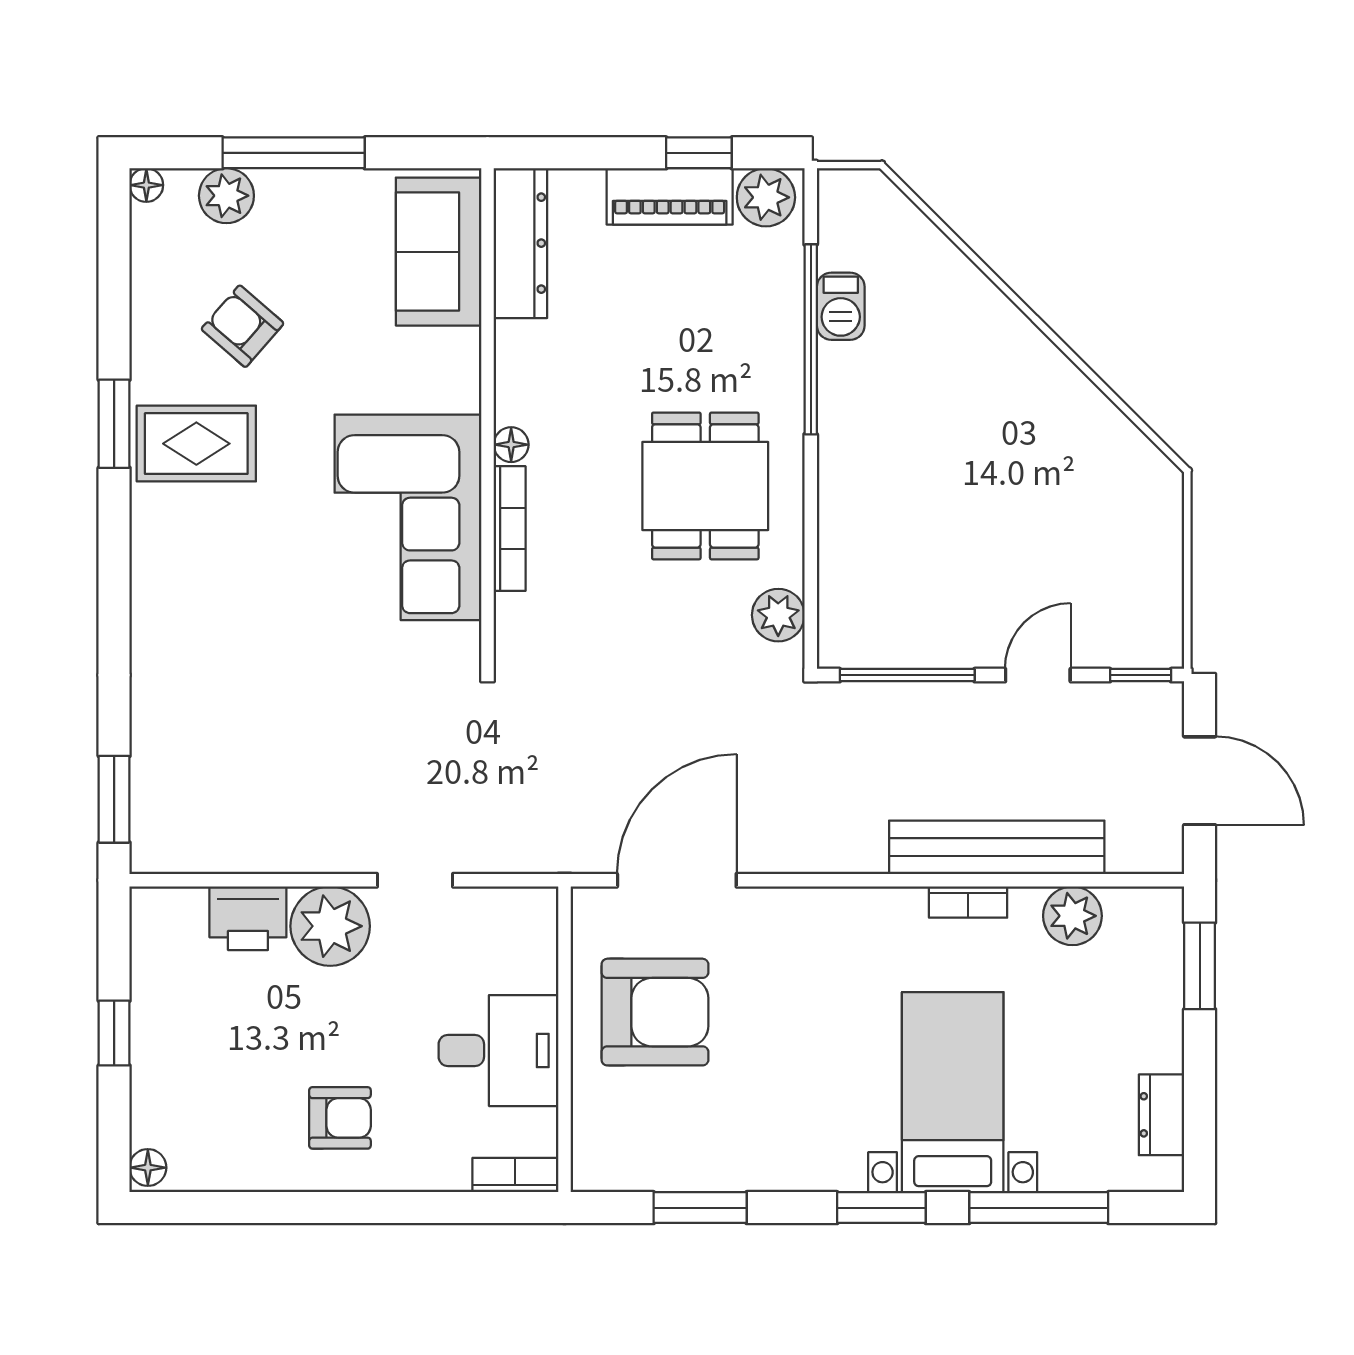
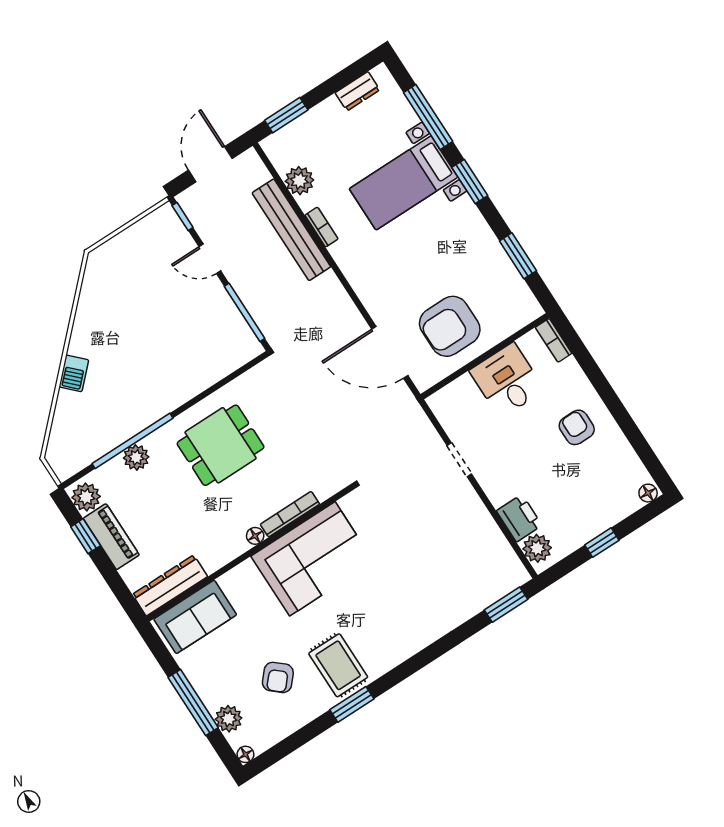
barbecue: (841, 306) -> (74, 373), moved, turned 135
plant: (778, 615) -> (136, 457), moved
plant: (330, 926) -> (537, 548), moved, width x0.73, depth x0.73
armchair: (655, 1012) -> (450, 326), turned -90

